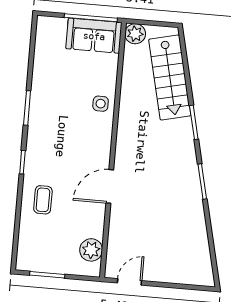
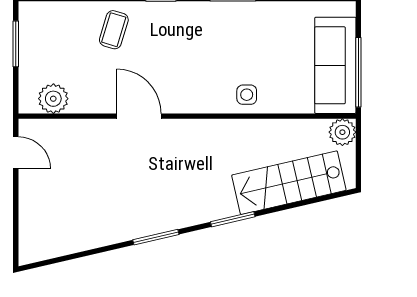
sofa: (94, 36) -> (335, 65), width x1.36
coffee table: (43, 200) -> (114, 30), turned -73

